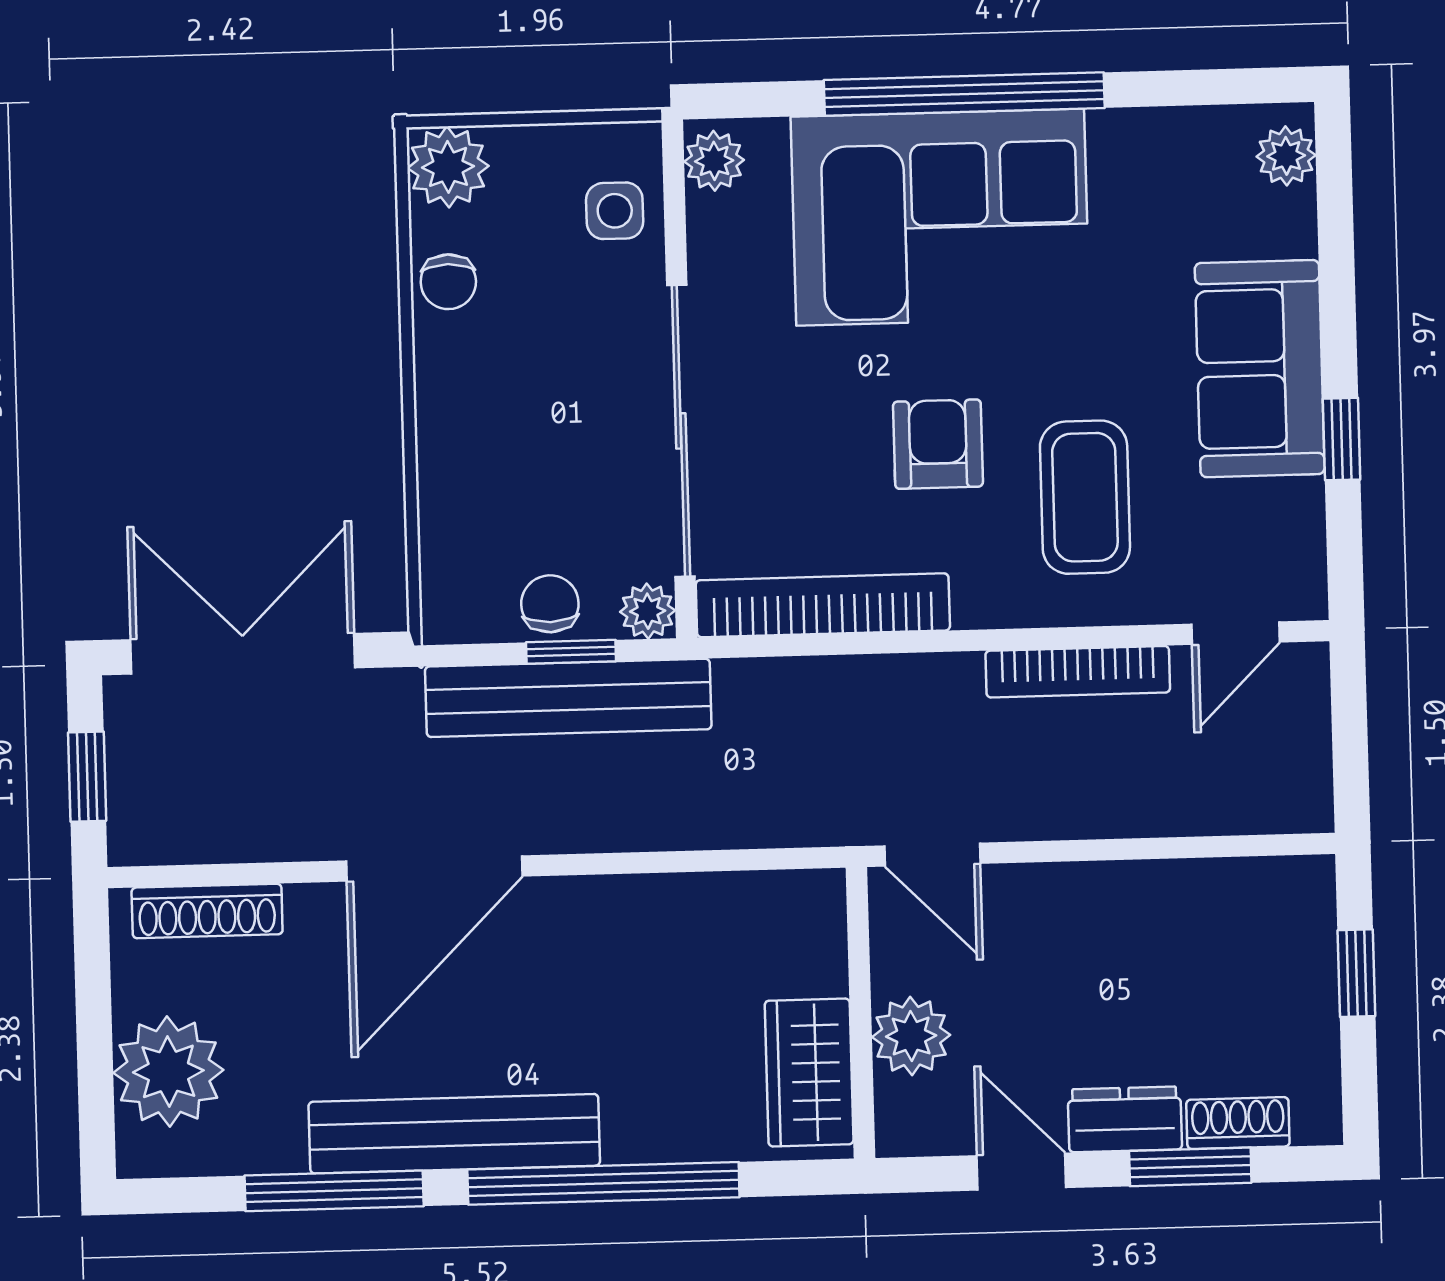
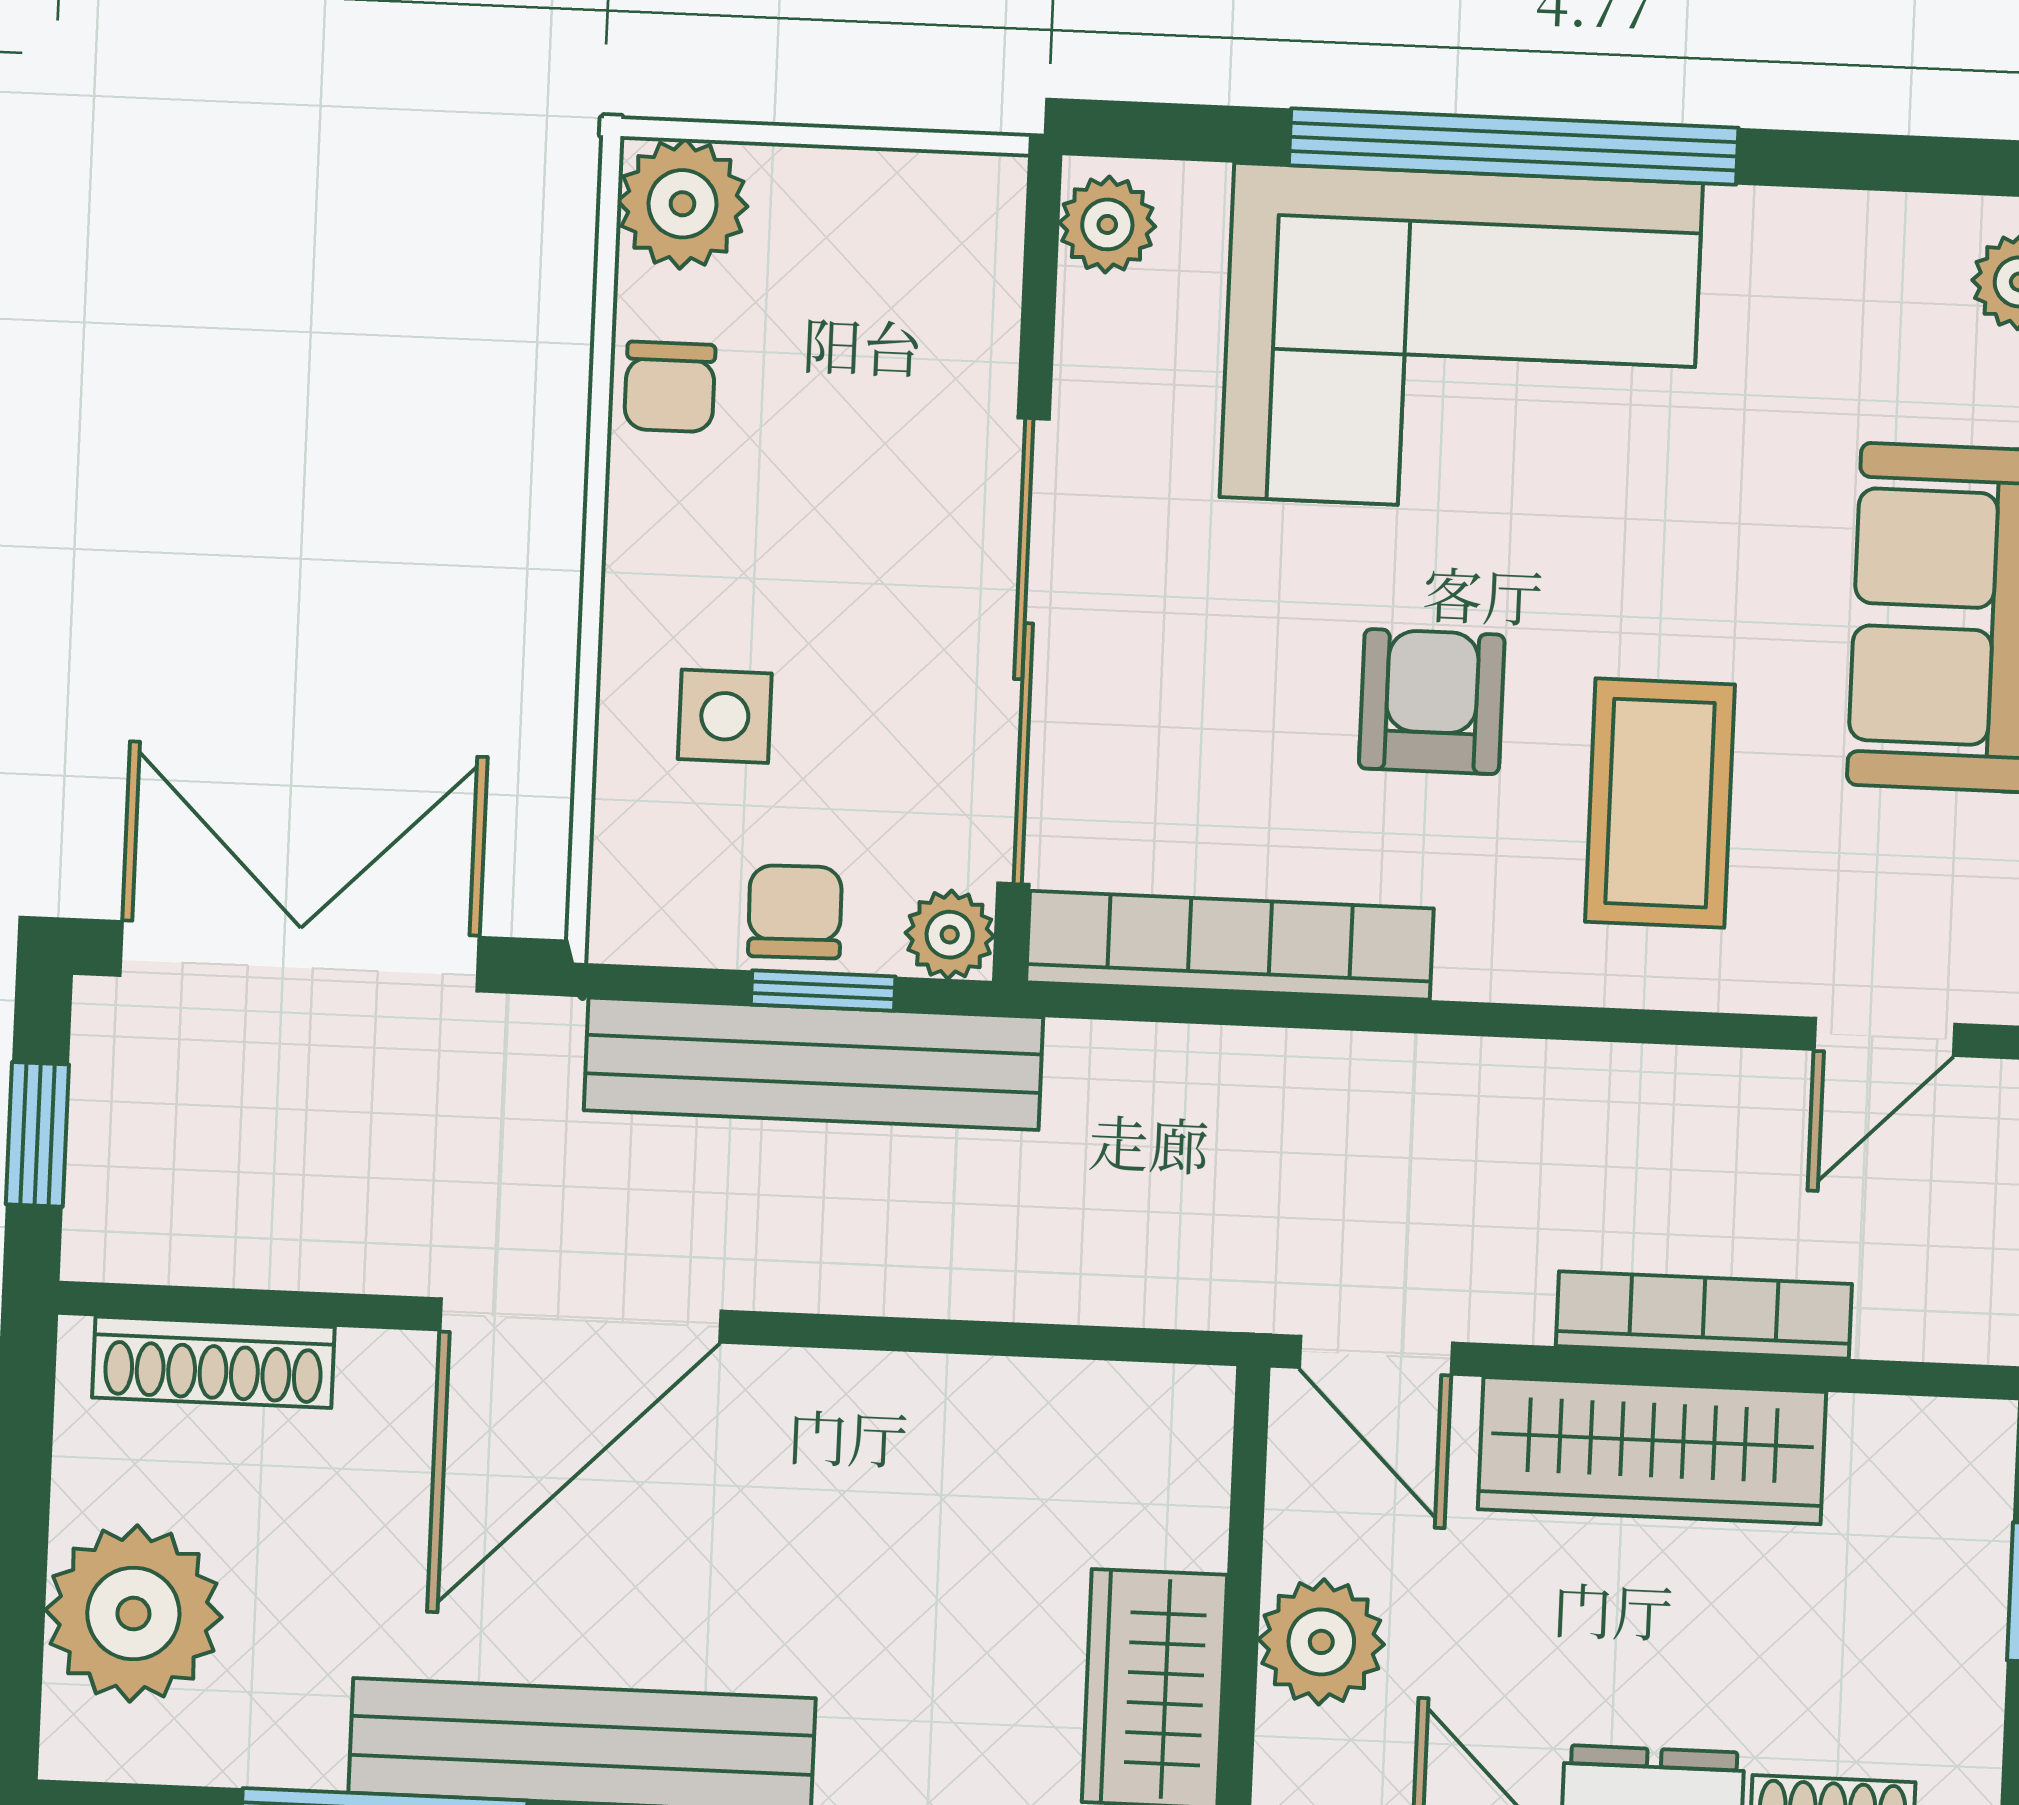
side table: (615, 211) -> (725, 716), moved
bookcase: (1078, 672) -> (1704, 1315), moved, turned 180
wardrobe: (1109, 902) -> (1652, 1451), added

